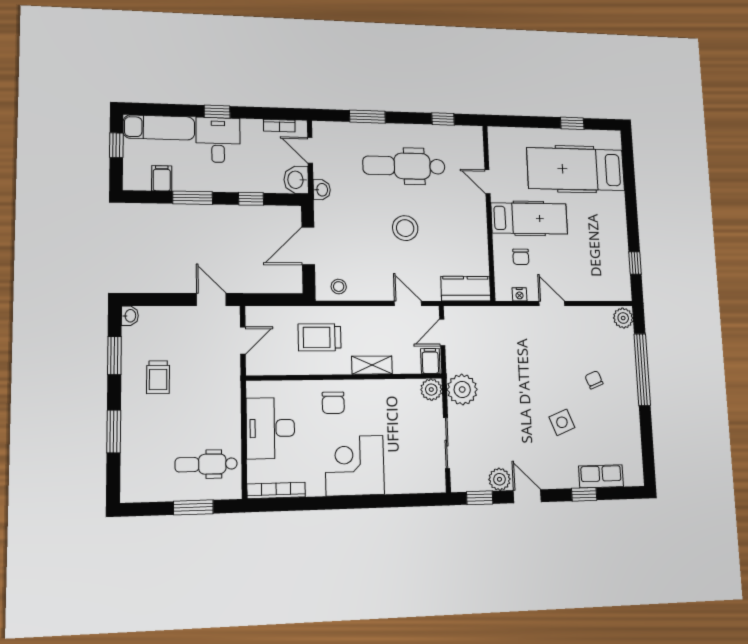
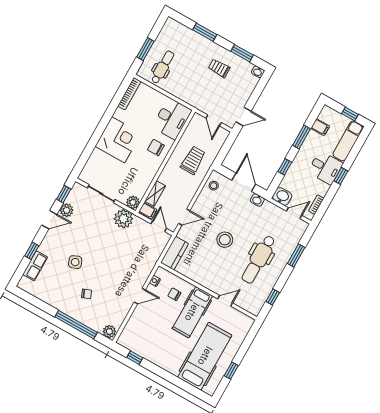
dental chair: (404, 166) -> (259, 259), turned 180
washbasin: (322, 190) -> (257, 200), moved
shelving: (372, 365) -> (155, 193), moved
desk: (270, 428) -> (172, 119), moved, turned 90

